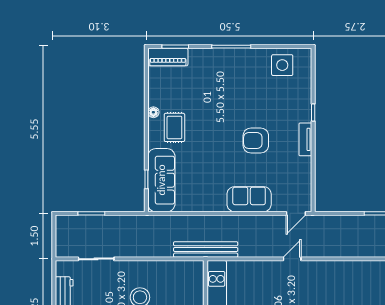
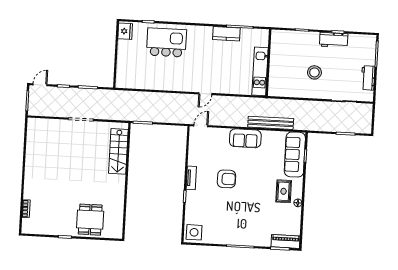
side table: (282, 65) -> (194, 232), moved
sofa: (249, 199) -> (245, 138), moved
bench: (206, 249) -> (271, 123), moved

